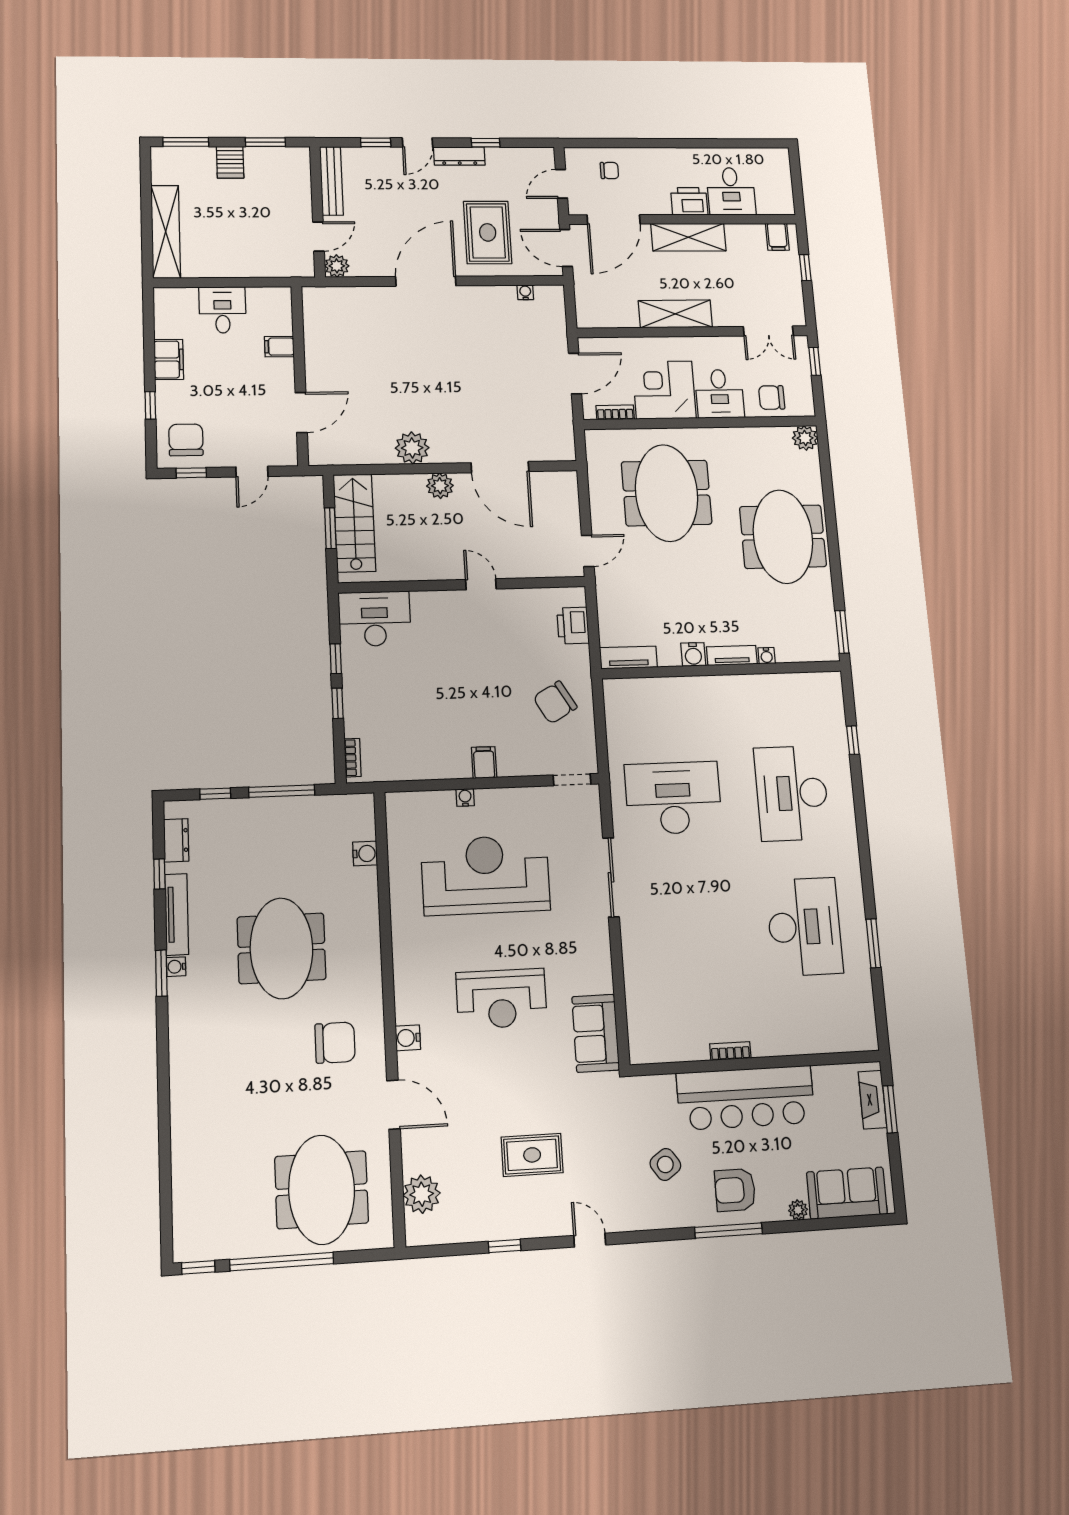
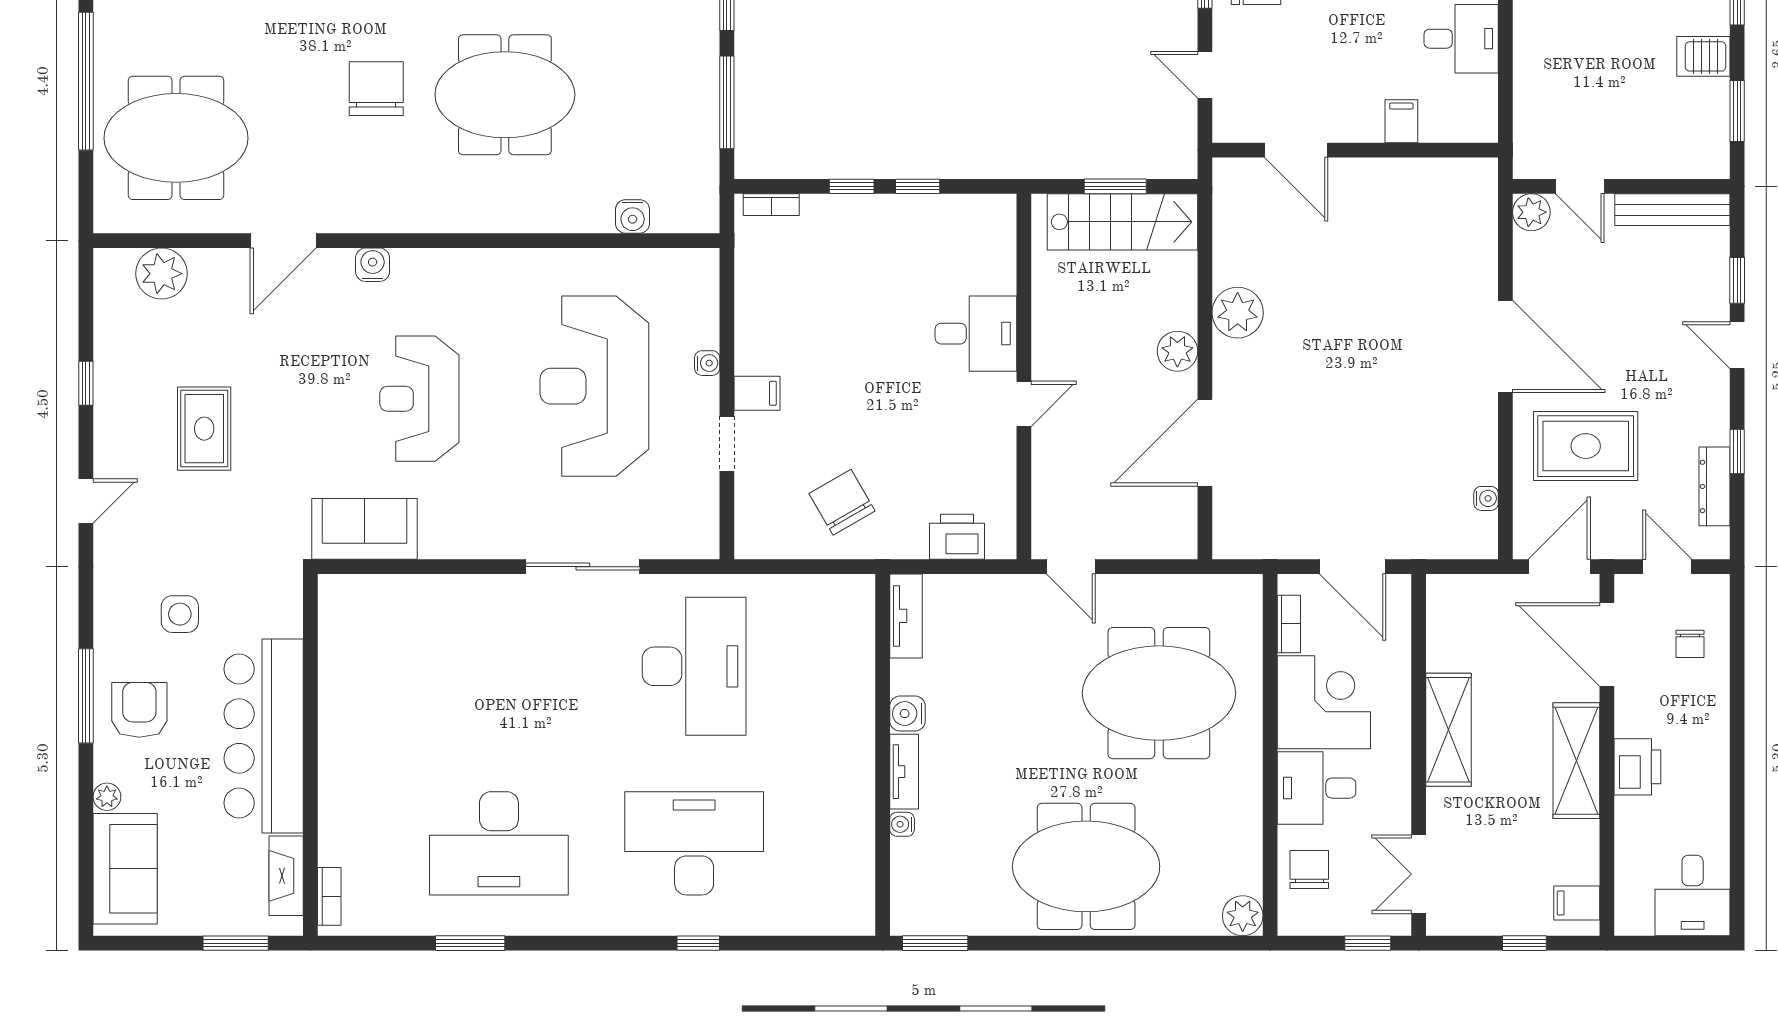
dresser: (459, 156) -> (1715, 486), moved
desk: (731, 191) -> (1693, 896), moved, turned -90
desk: (375, 619) -> (976, 334), moved, width x0.73
window: (853, 740) -> (698, 943), moved
doorway: (572, 780) -> (727, 444), moved
reception desk: (486, 875) -> (594, 386), turned 180
chair: (335, 1043) -> (376, 89), moved, turned 180
bookcase: (730, 1051) -> (329, 896), moved
fireplace: (872, 1100) -> (286, 876), moved, turned -90
side table: (665, 1164) -> (180, 614), turned 35

